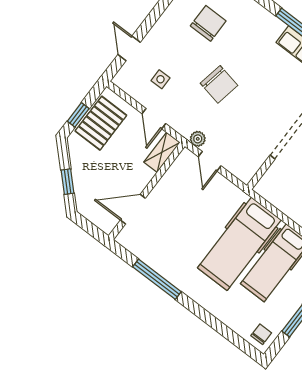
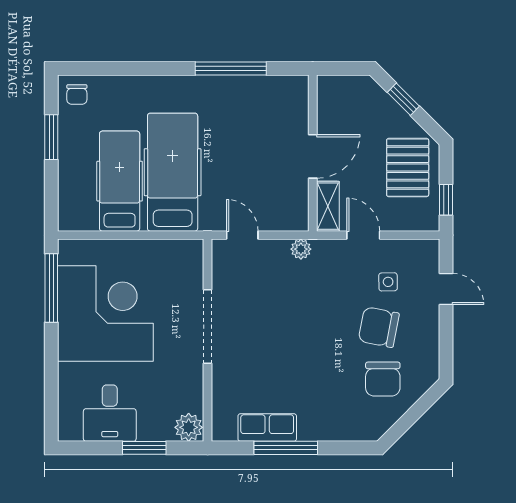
chair: (219, 84) -> (379, 327), moved
window: (78, 115) -> (446, 200), moved
pallet: (101, 123) -> (408, 168), moved
door: (210, 161) -> (242, 235), moved
door: (133, 209) -> (313, 156), moved

